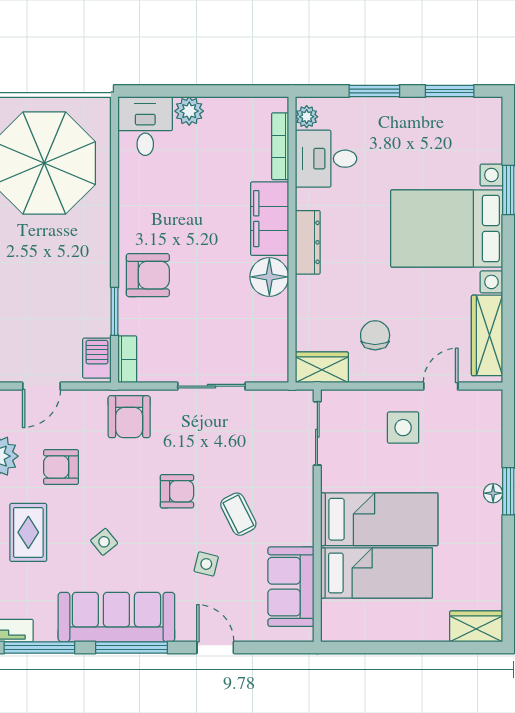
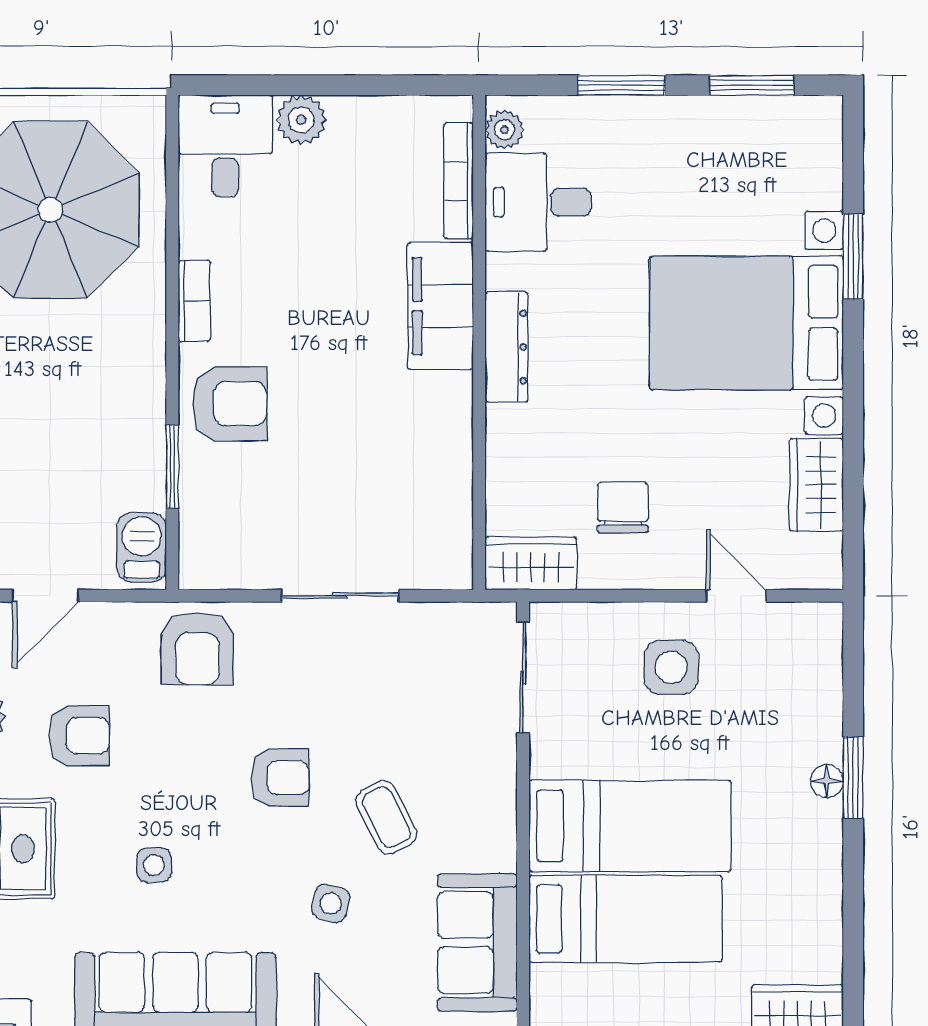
floor lamp: (269, 277) -> (440, 407), removed
wardrobe: (487, 335) -> (816, 485), width x0.67
bookcase: (127, 359) -> (194, 301), moved
door: (441, 386) -> (736, 596), hinge flipped
armchair: (61, 467) -> (80, 736), turned 180
side table: (104, 542) -> (154, 865), turned 37

